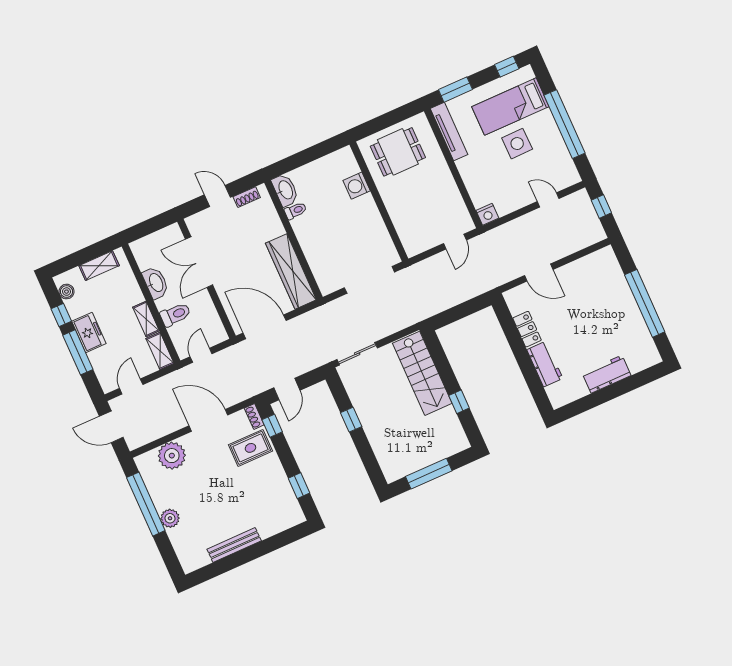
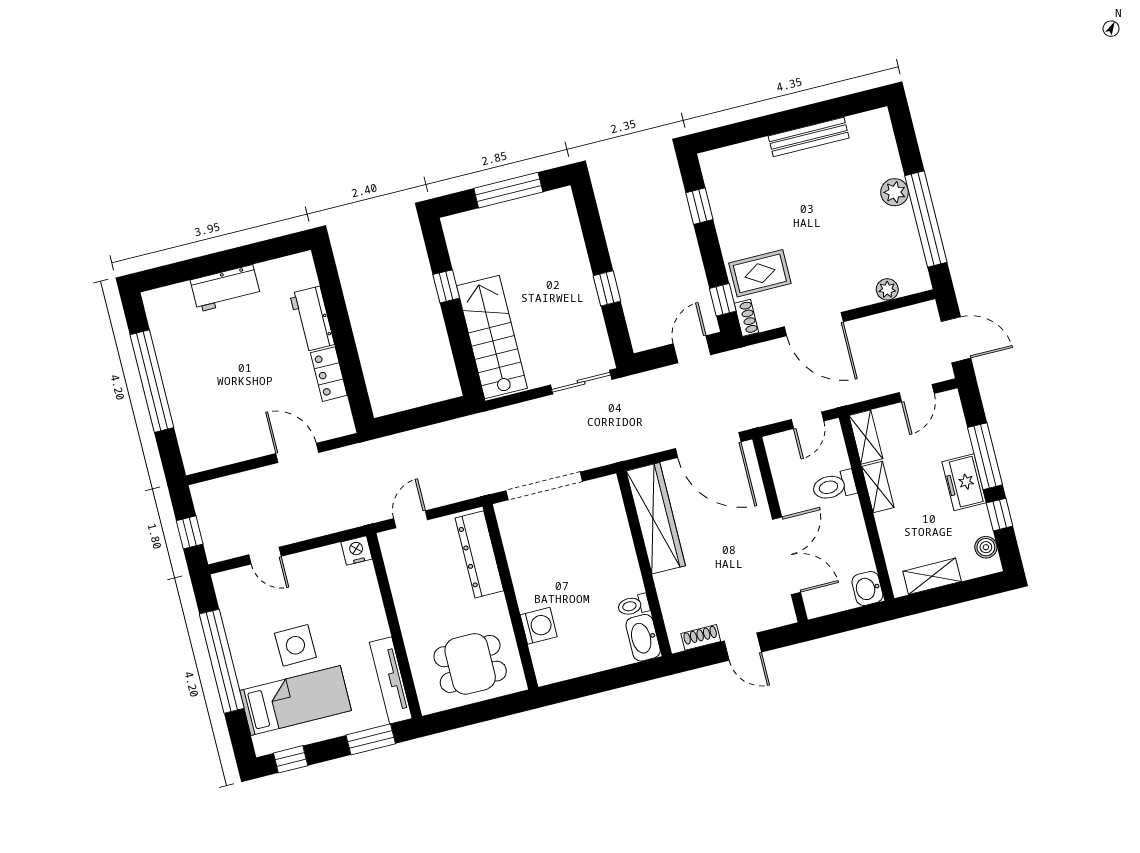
dresser: (405, 226) -> (479, 554), added
washbasin: (156, 283) -> (867, 588), moved, width x0.72
plant: (172, 456) -> (887, 289), width x0.53, depth x0.53

